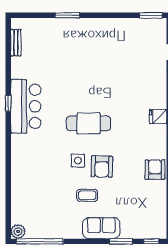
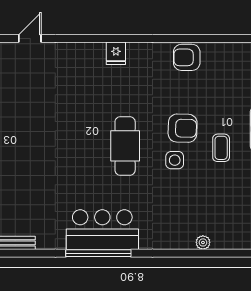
window: (8, 103) -> (98, 253), width x3.17
plant: (16, 182) -> (203, 242), added

